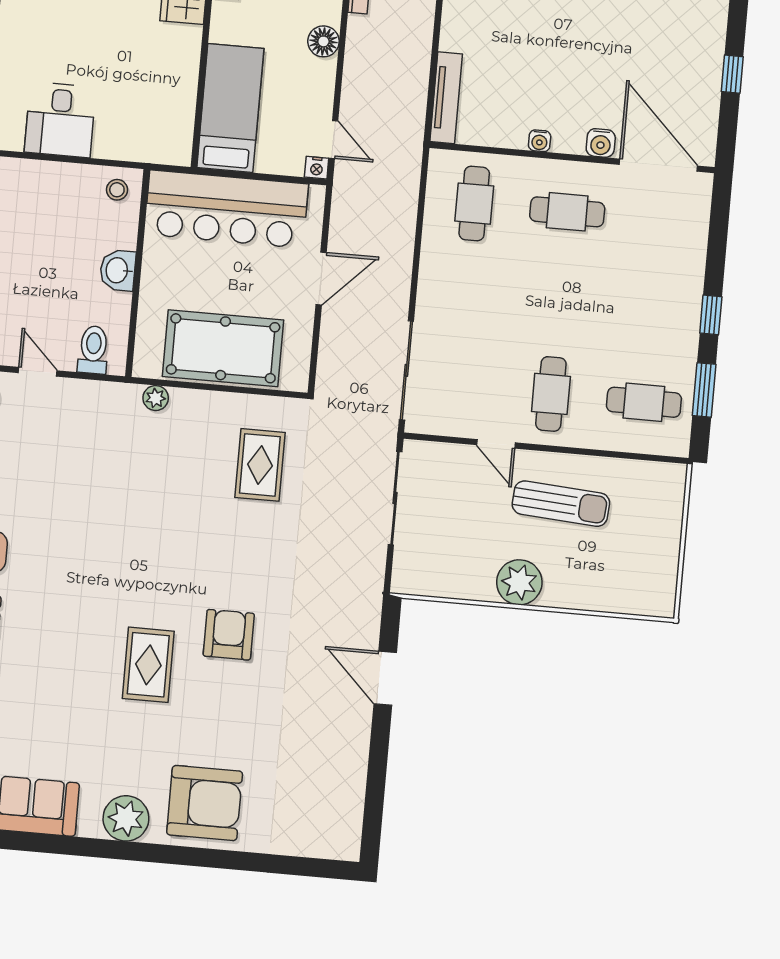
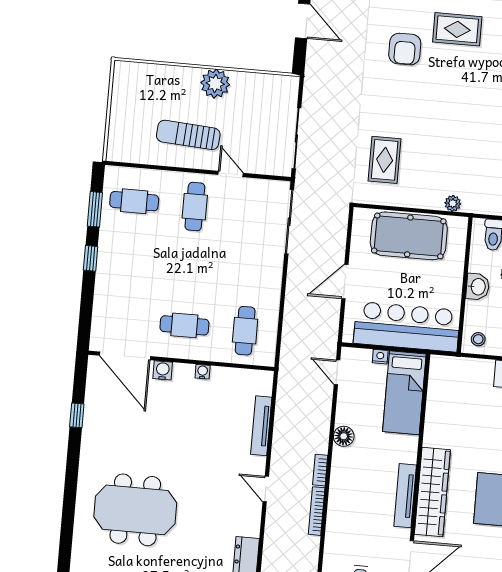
tv unit: (446, 98) -> (261, 426), moved
nightstand: (317, 168) -> (380, 357), moved
rug: (148, 665) -> (457, 29), turned 90

